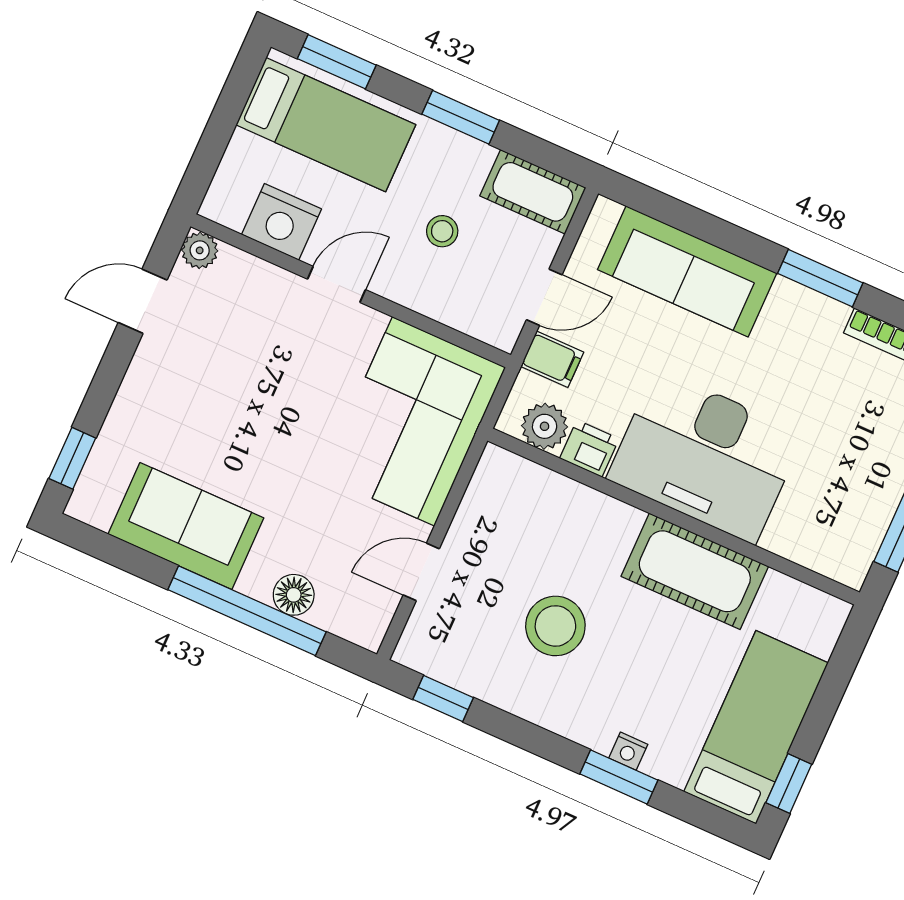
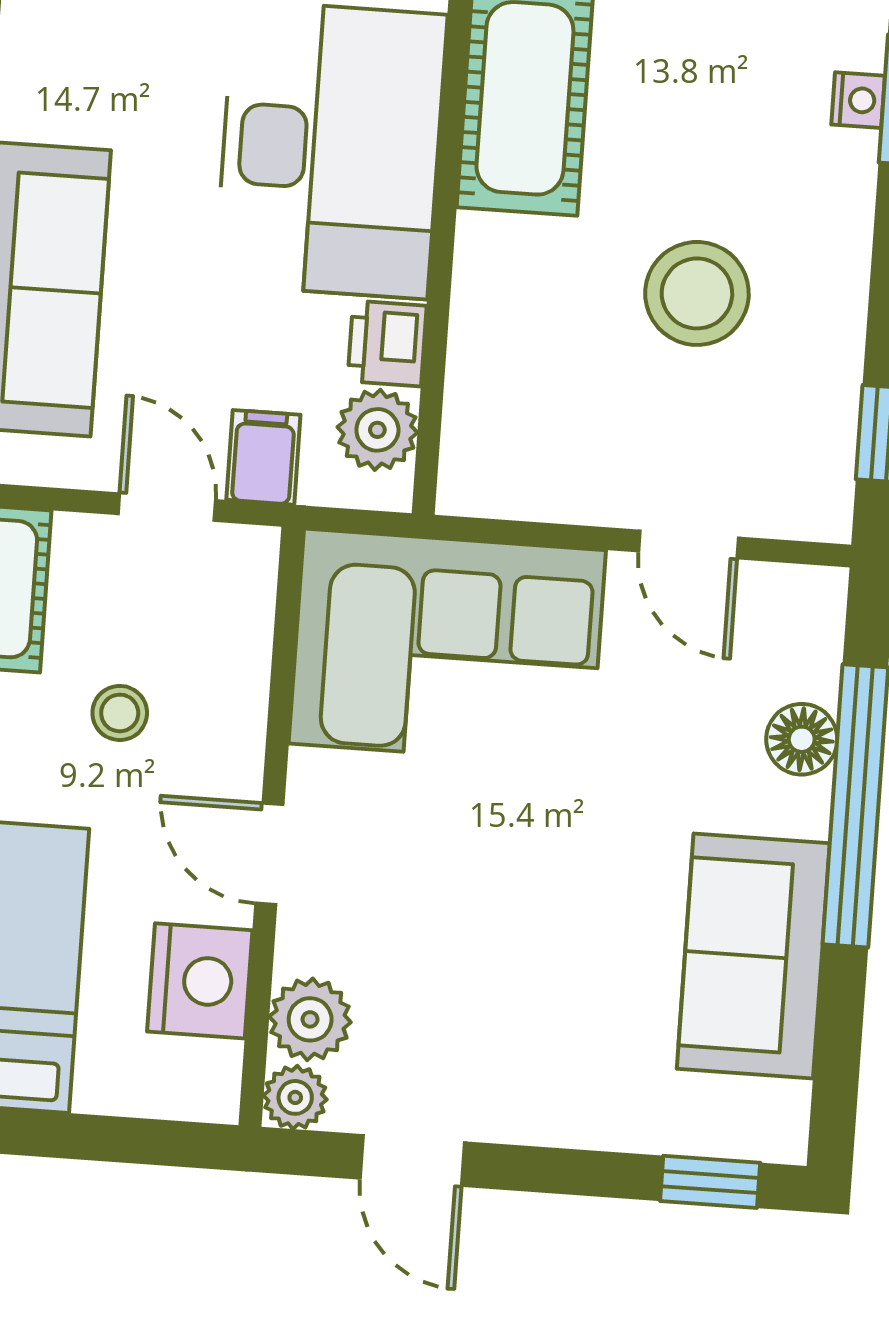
plant: (239, 274) -> (310, 1019), added

